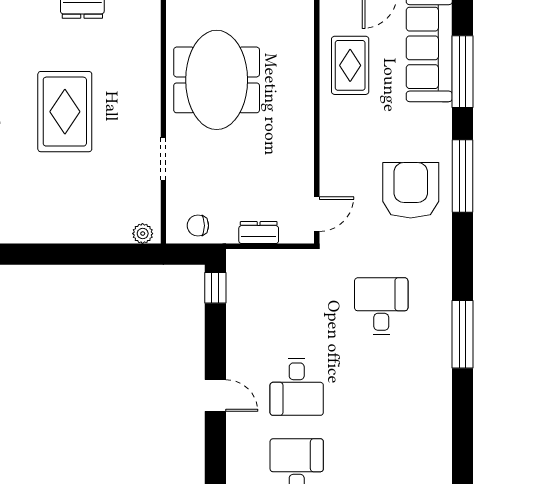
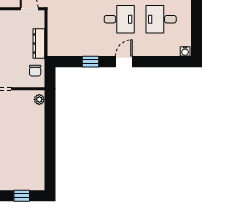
dresser: (259, 233) -> (39, 44), width x1.44
window: (215, 288) -> (91, 62), moved

